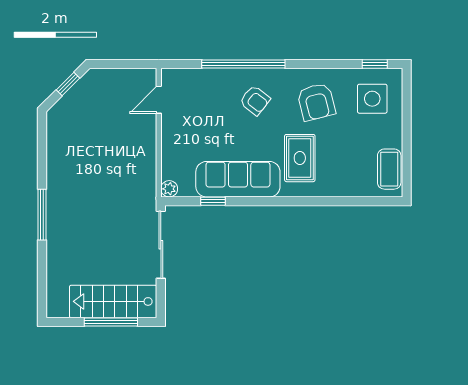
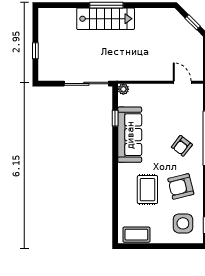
rug: (300, 158) -> (147, 190), moved, turned 90
stairs: (113, 301) -> (106, 19), moved, turned 90
window: (111, 322) -> (35, 51), width x0.46

